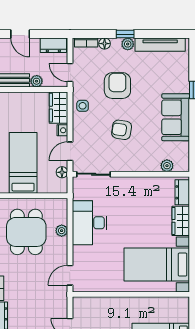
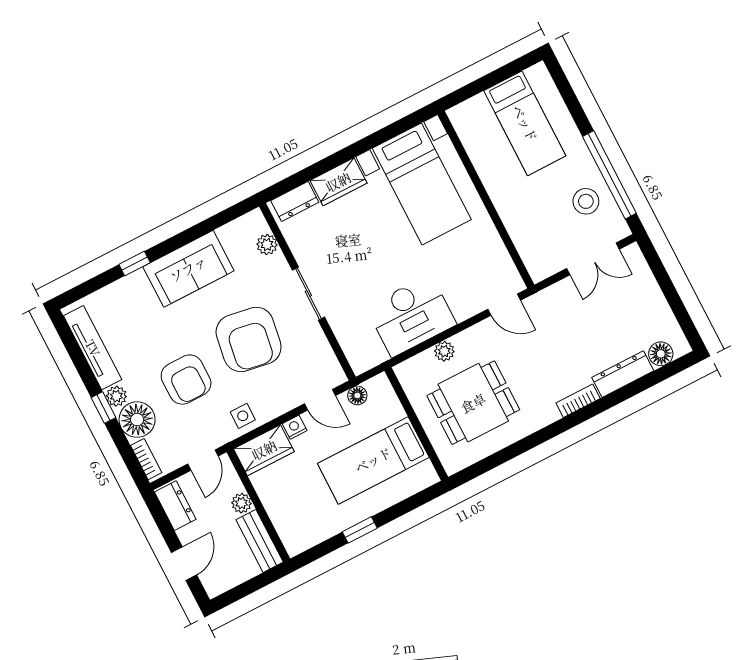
floor lamp: (105, 44) -> (137, 420), width x1.89, depth x1.89
armchair: (117, 86) -> (186, 380), turned -90
armchair: (122, 130) -> (249, 339), width x1.88, depth x1.88
sliding door: (94, 174) -> (308, 294), moved

